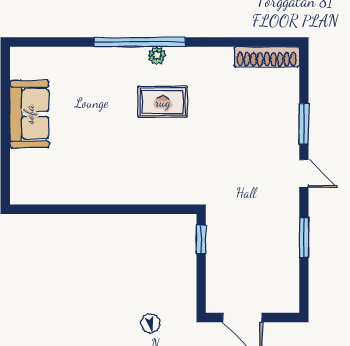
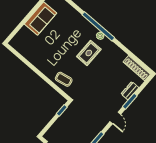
rug: (163, 102) -> (89, 53), turned 90
dresser: (289, 106) -> (130, 91), added
coffee table: (159, 184) -> (64, 79), added

